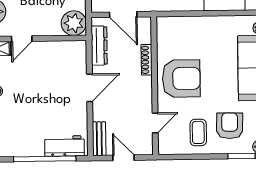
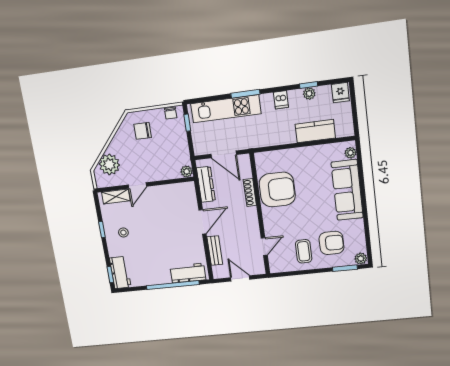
plant: (74, 23) -> (187, 171), width x0.53, depth x0.53
armchair: (181, 79) -> (277, 190), moved
armchair: (230, 126) -> (331, 243), turned 89
bench: (99, 139) -> (215, 251), moved

